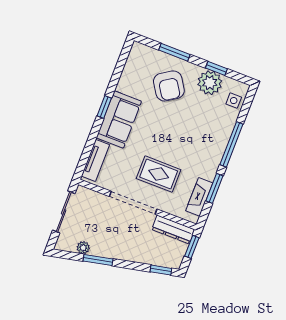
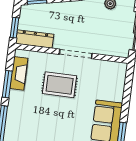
tv unit: (95, 160) -> (118, 83), removed
doorway: (133, 203) -> (76, 54), width x0.73

